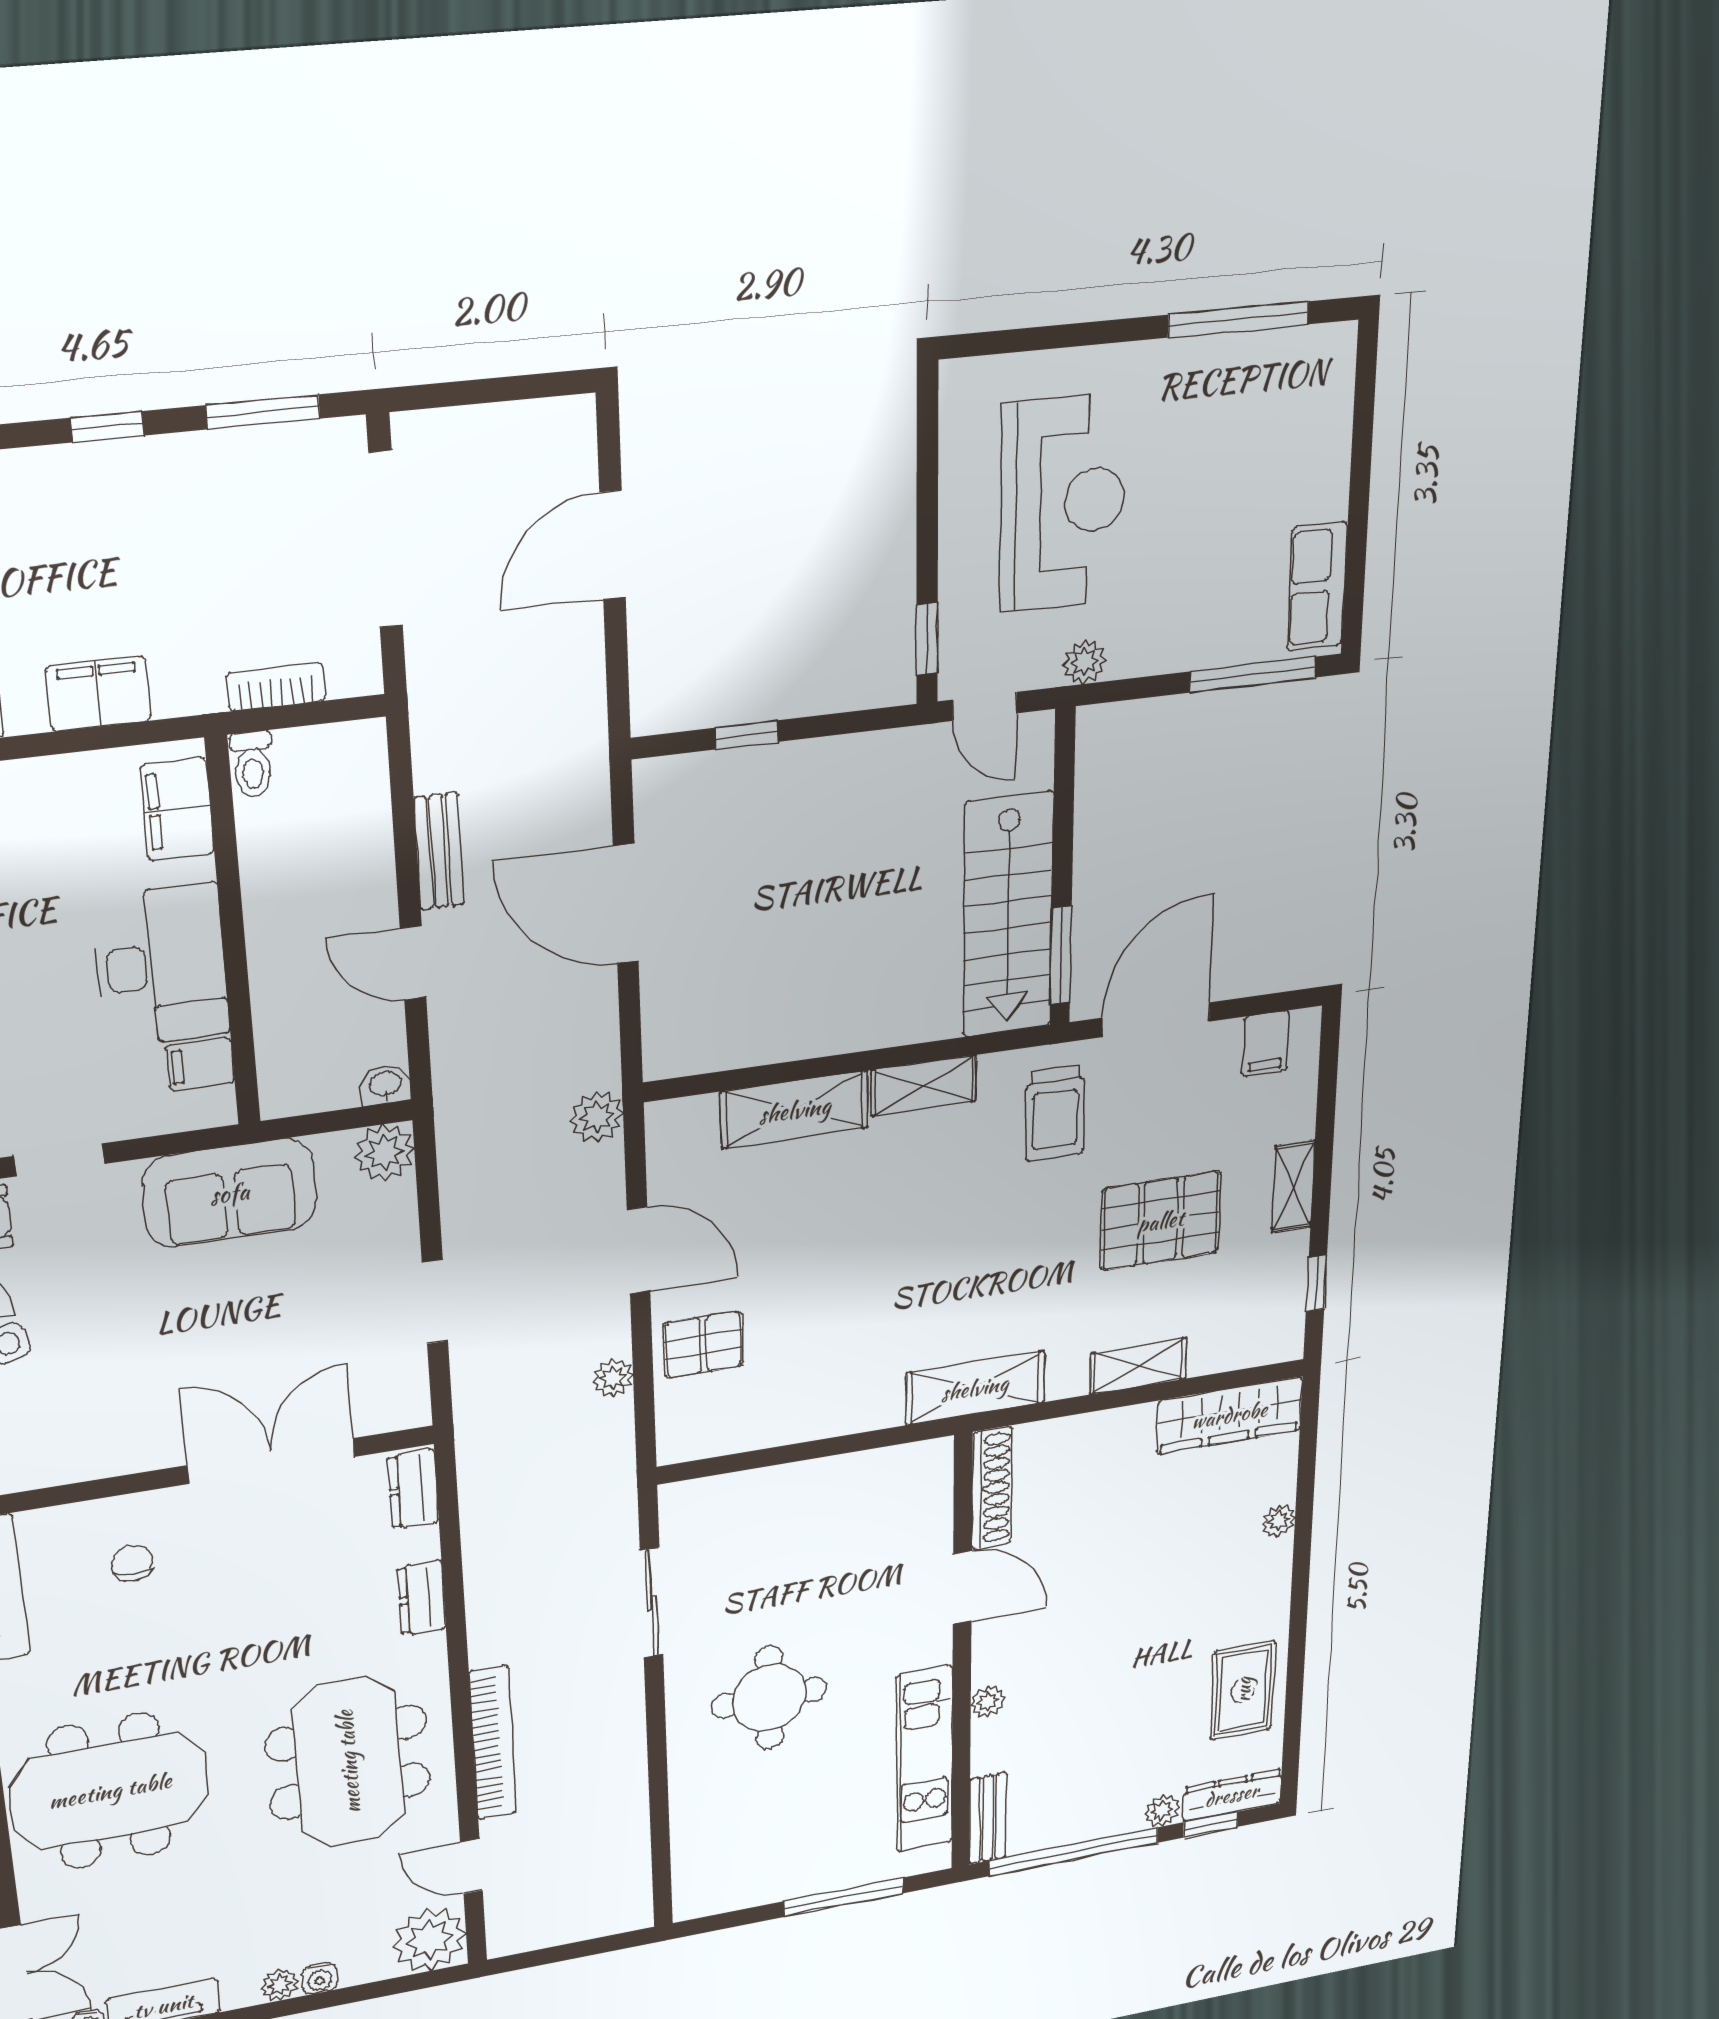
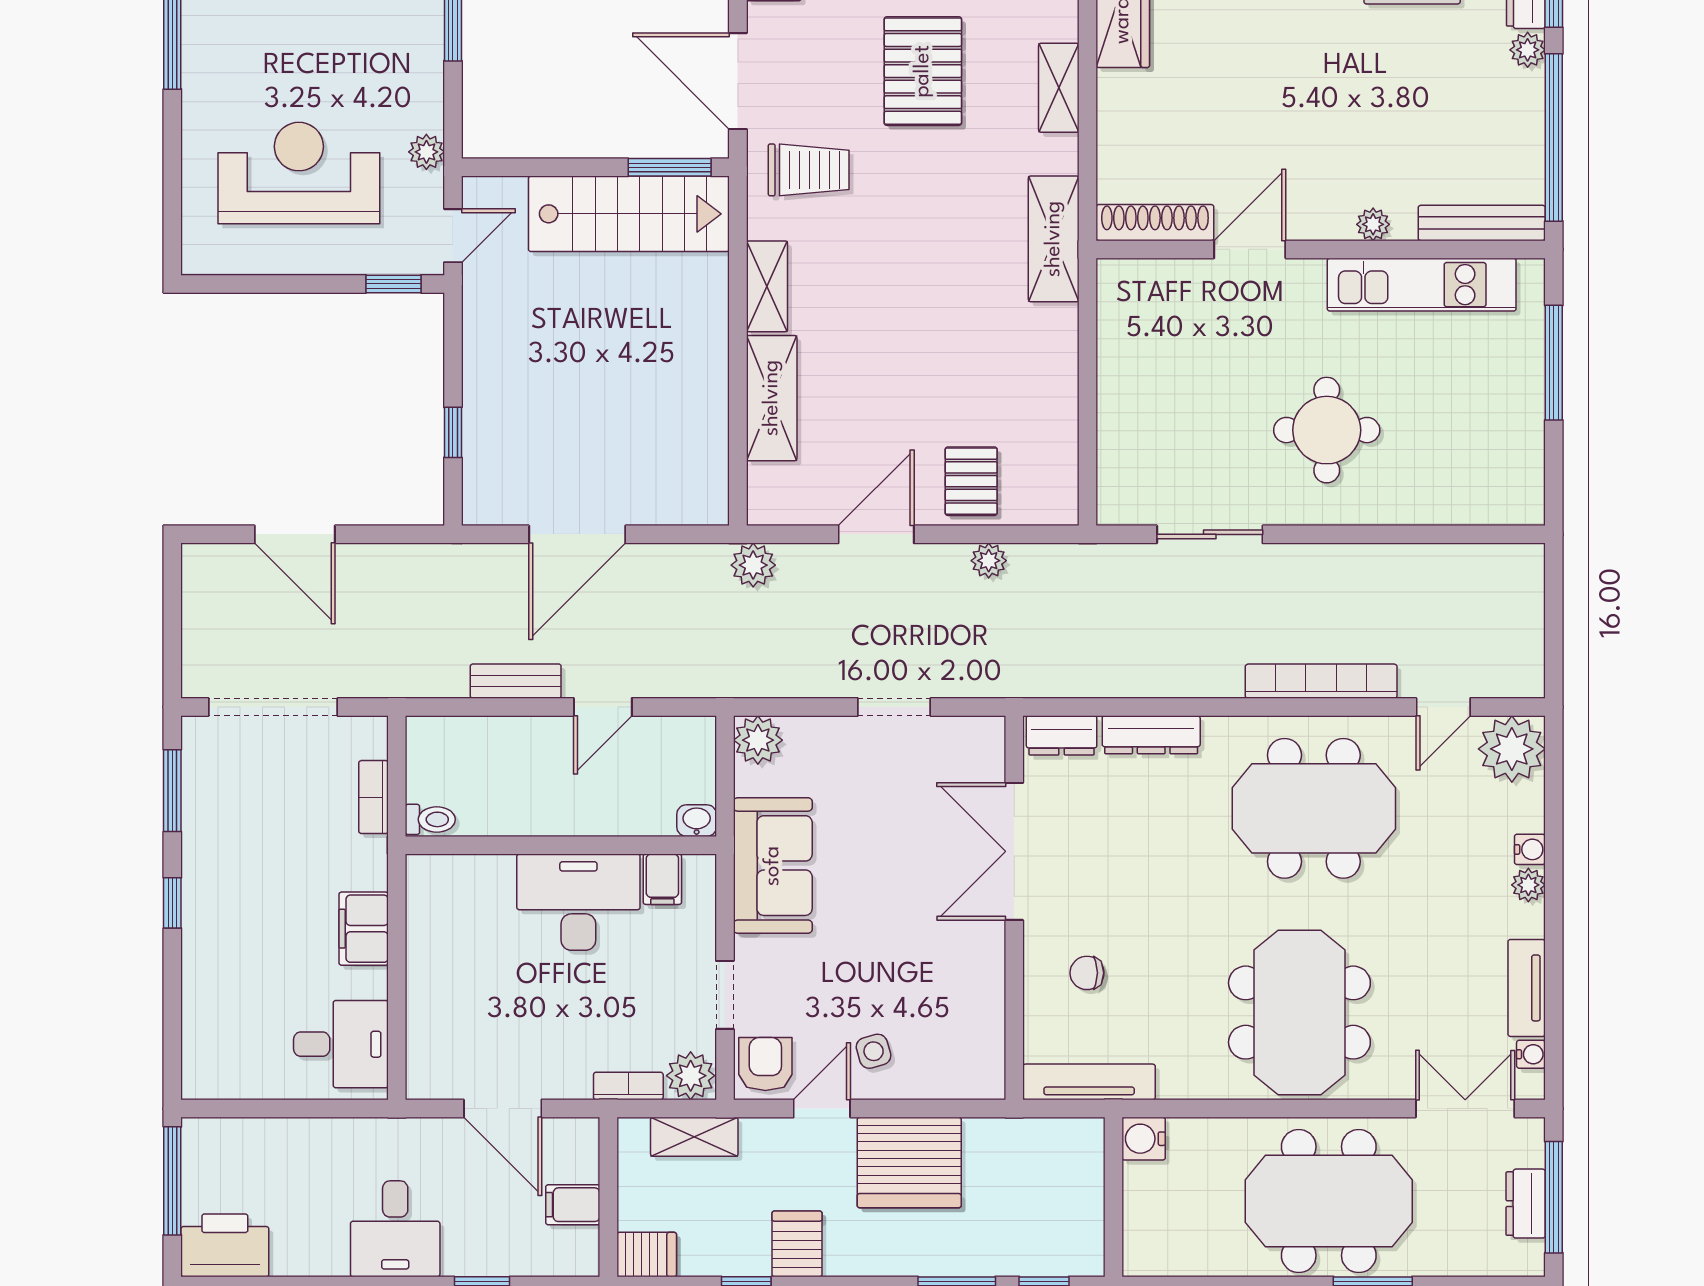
filing cabinet: (177, 809) -> (458, 879), removed
washbasin: (385, 1085) -> (697, 821), moved, turned 90
dresser: (422, 1598) -> (1151, 735), width x1.44
bench: (988, 1819) -> (1482, 223), width x1.36

